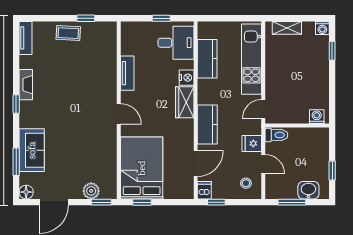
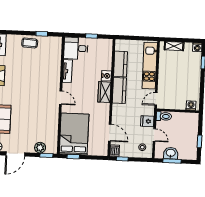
desk: (176, 43) -> (76, 48), moved, turned 180
kitchen counter: (207, 124) -> (119, 90), moved
door: (196, 163) -> (110, 133), hinge flipped
washbasin: (308, 190) -> (171, 153), moved

